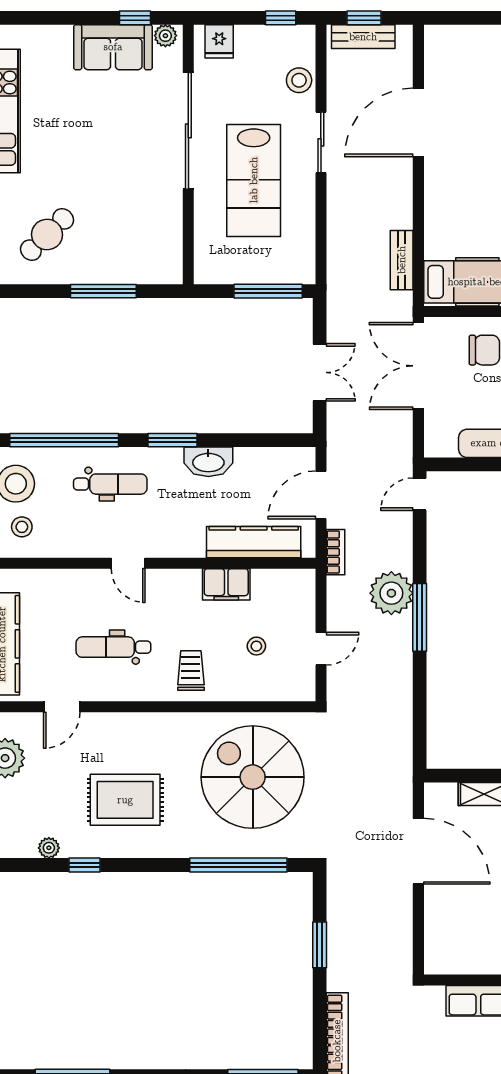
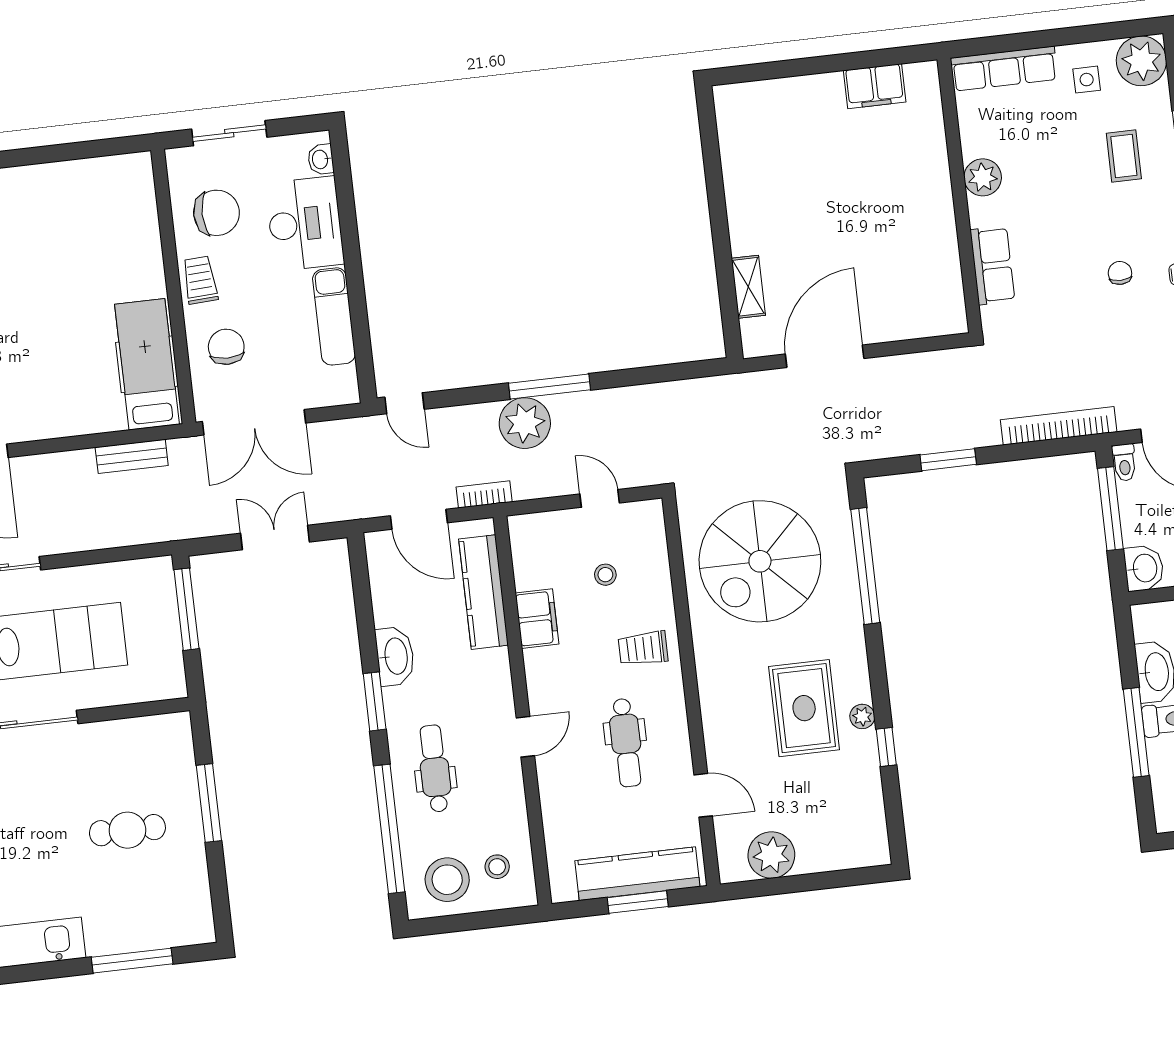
cafe table: (47, 235) -> (127, 830), moved, turned -46
plant: (49, 848) -> (862, 716), moved

